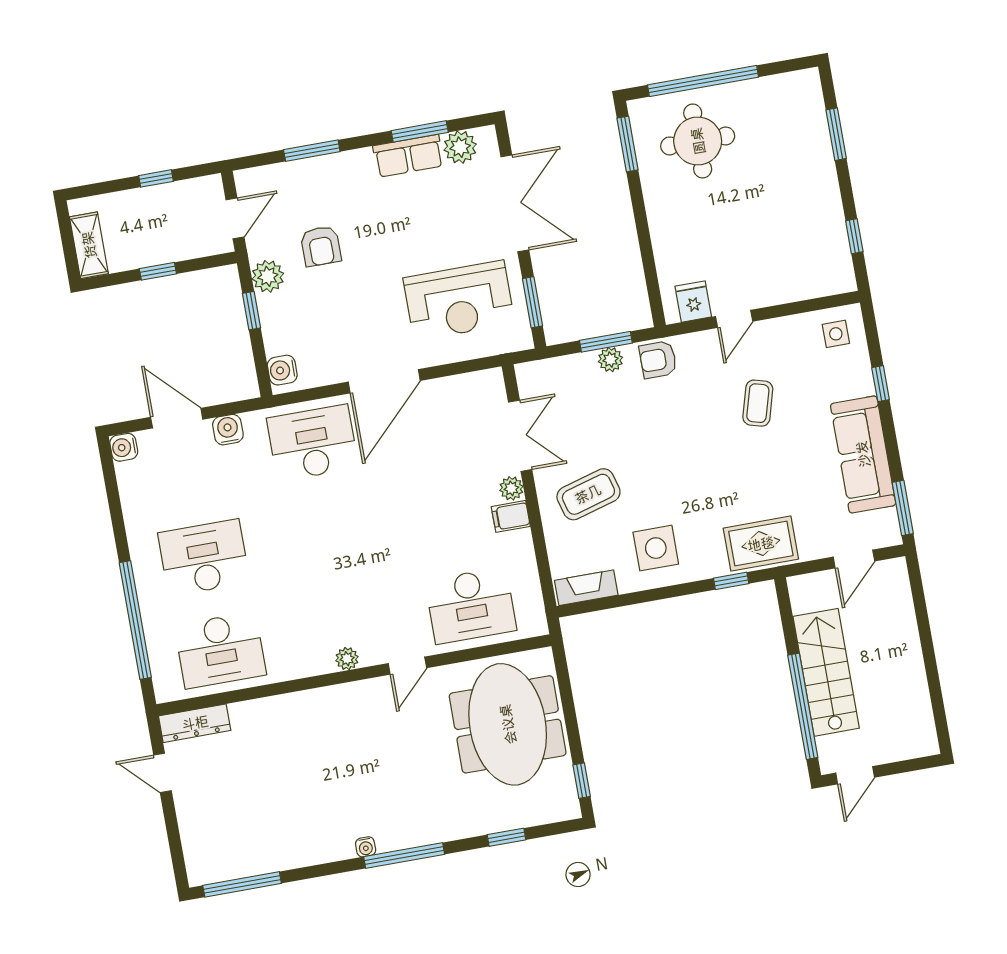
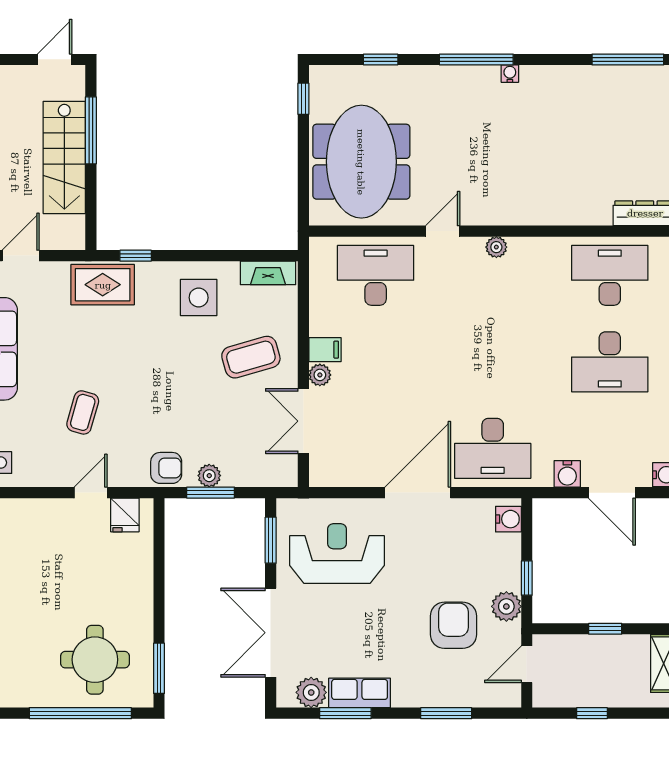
armchair: (321, 246) -> (453, 625), width x1.38, depth x1.38
window: (803, 706) -> (91, 130), width x0.68

